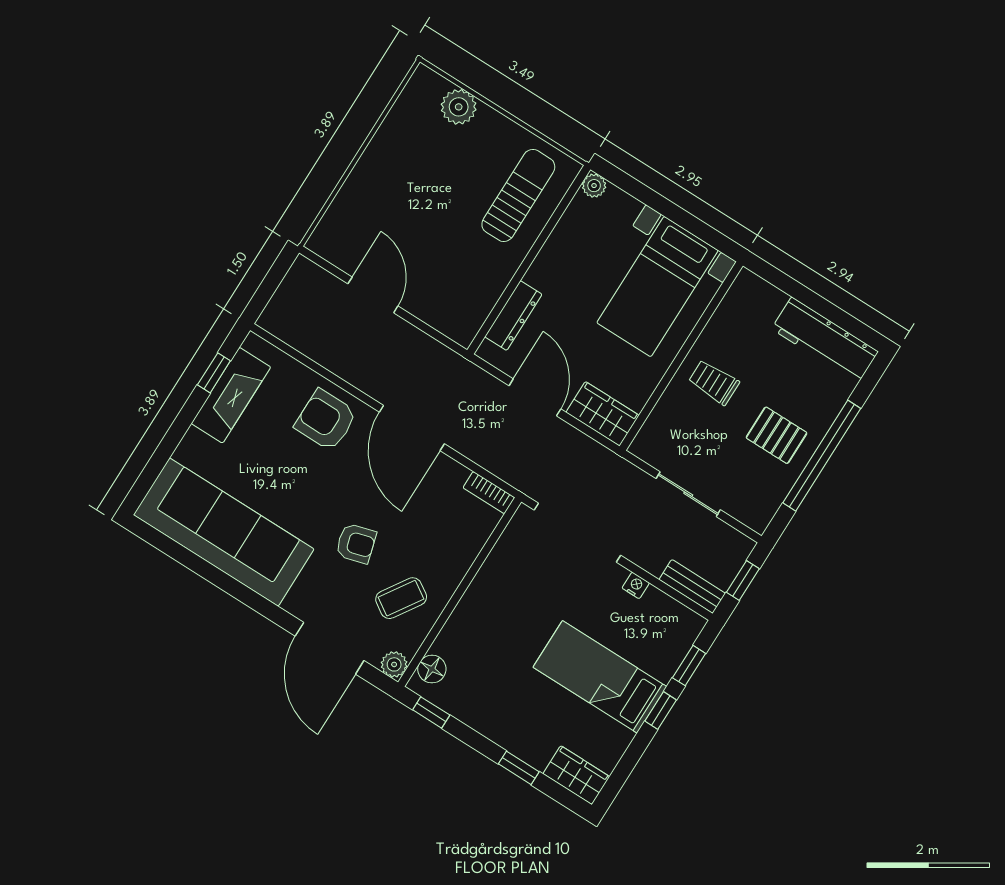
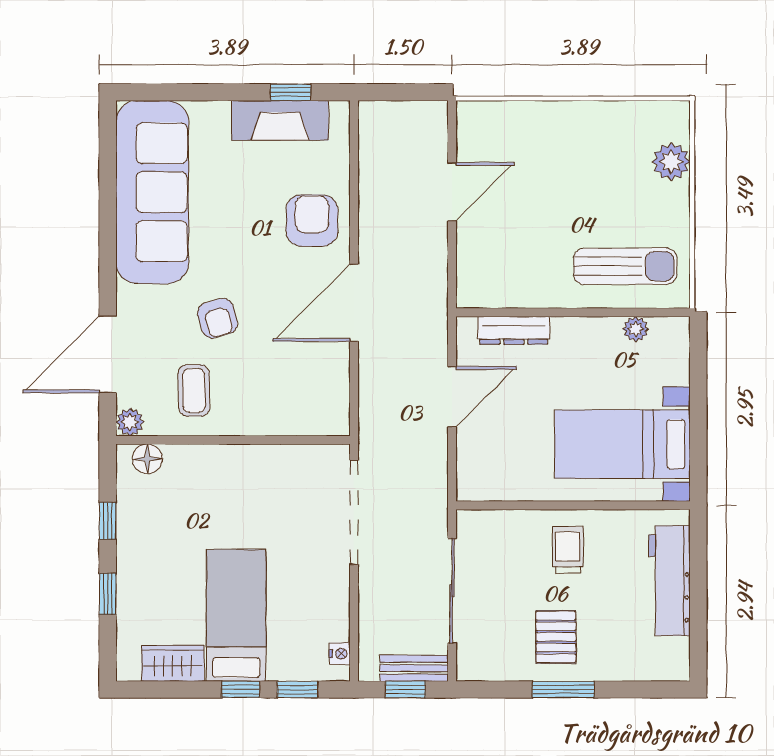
plant: (594, 186) -> (636, 329), moved
workbench: (825, 340) -> (669, 581), moved
wardrobe: (603, 414) -> (476, 467), removed
window: (822, 456) -> (563, 689), width x0.47
bookcase: (489, 493) -> (339, 410), removed
sliding door: (688, 494) -> (452, 591), width x1.37
nightstand: (636, 585) -> (340, 654), moved
bench: (692, 586) -> (414, 668), moved, turned 90
coffee table: (401, 598) -> (194, 390), turned 56
window: (431, 712) -> (108, 521), moved
wardrobe: (576, 775) -> (173, 663), moved, turned -90

